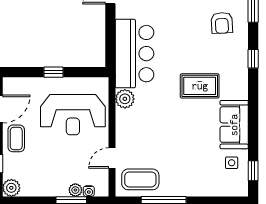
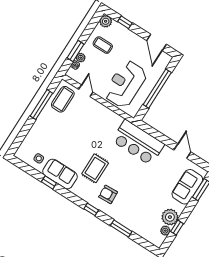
armchair: (222, 23) -> (108, 194), moved
window: (53, 72) -> (157, 89), width x3.17
plant: (125, 99) -> (115, 120), removed
coffee table: (16, 138) -> (103, 45), moved
window: (253, 171) -> (49, 182), moved

